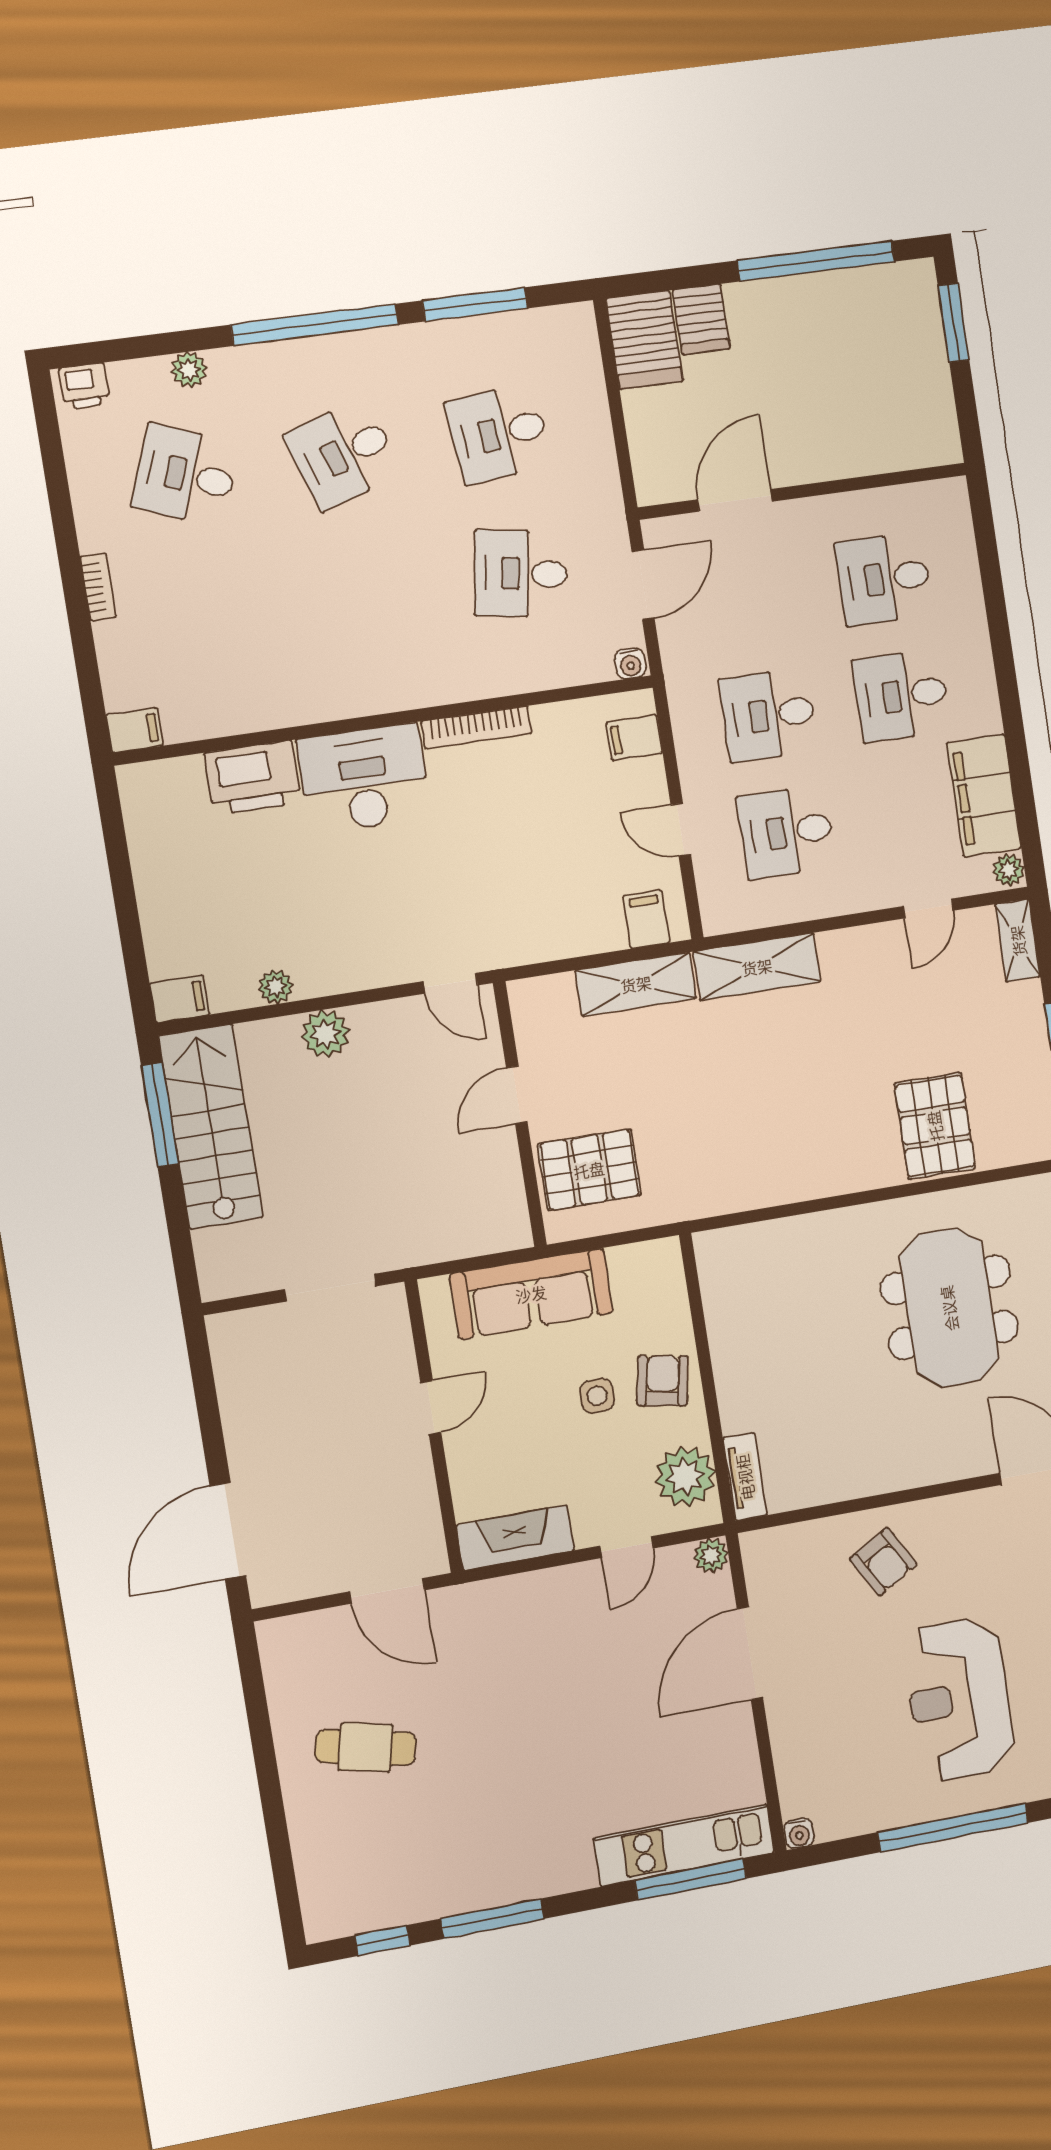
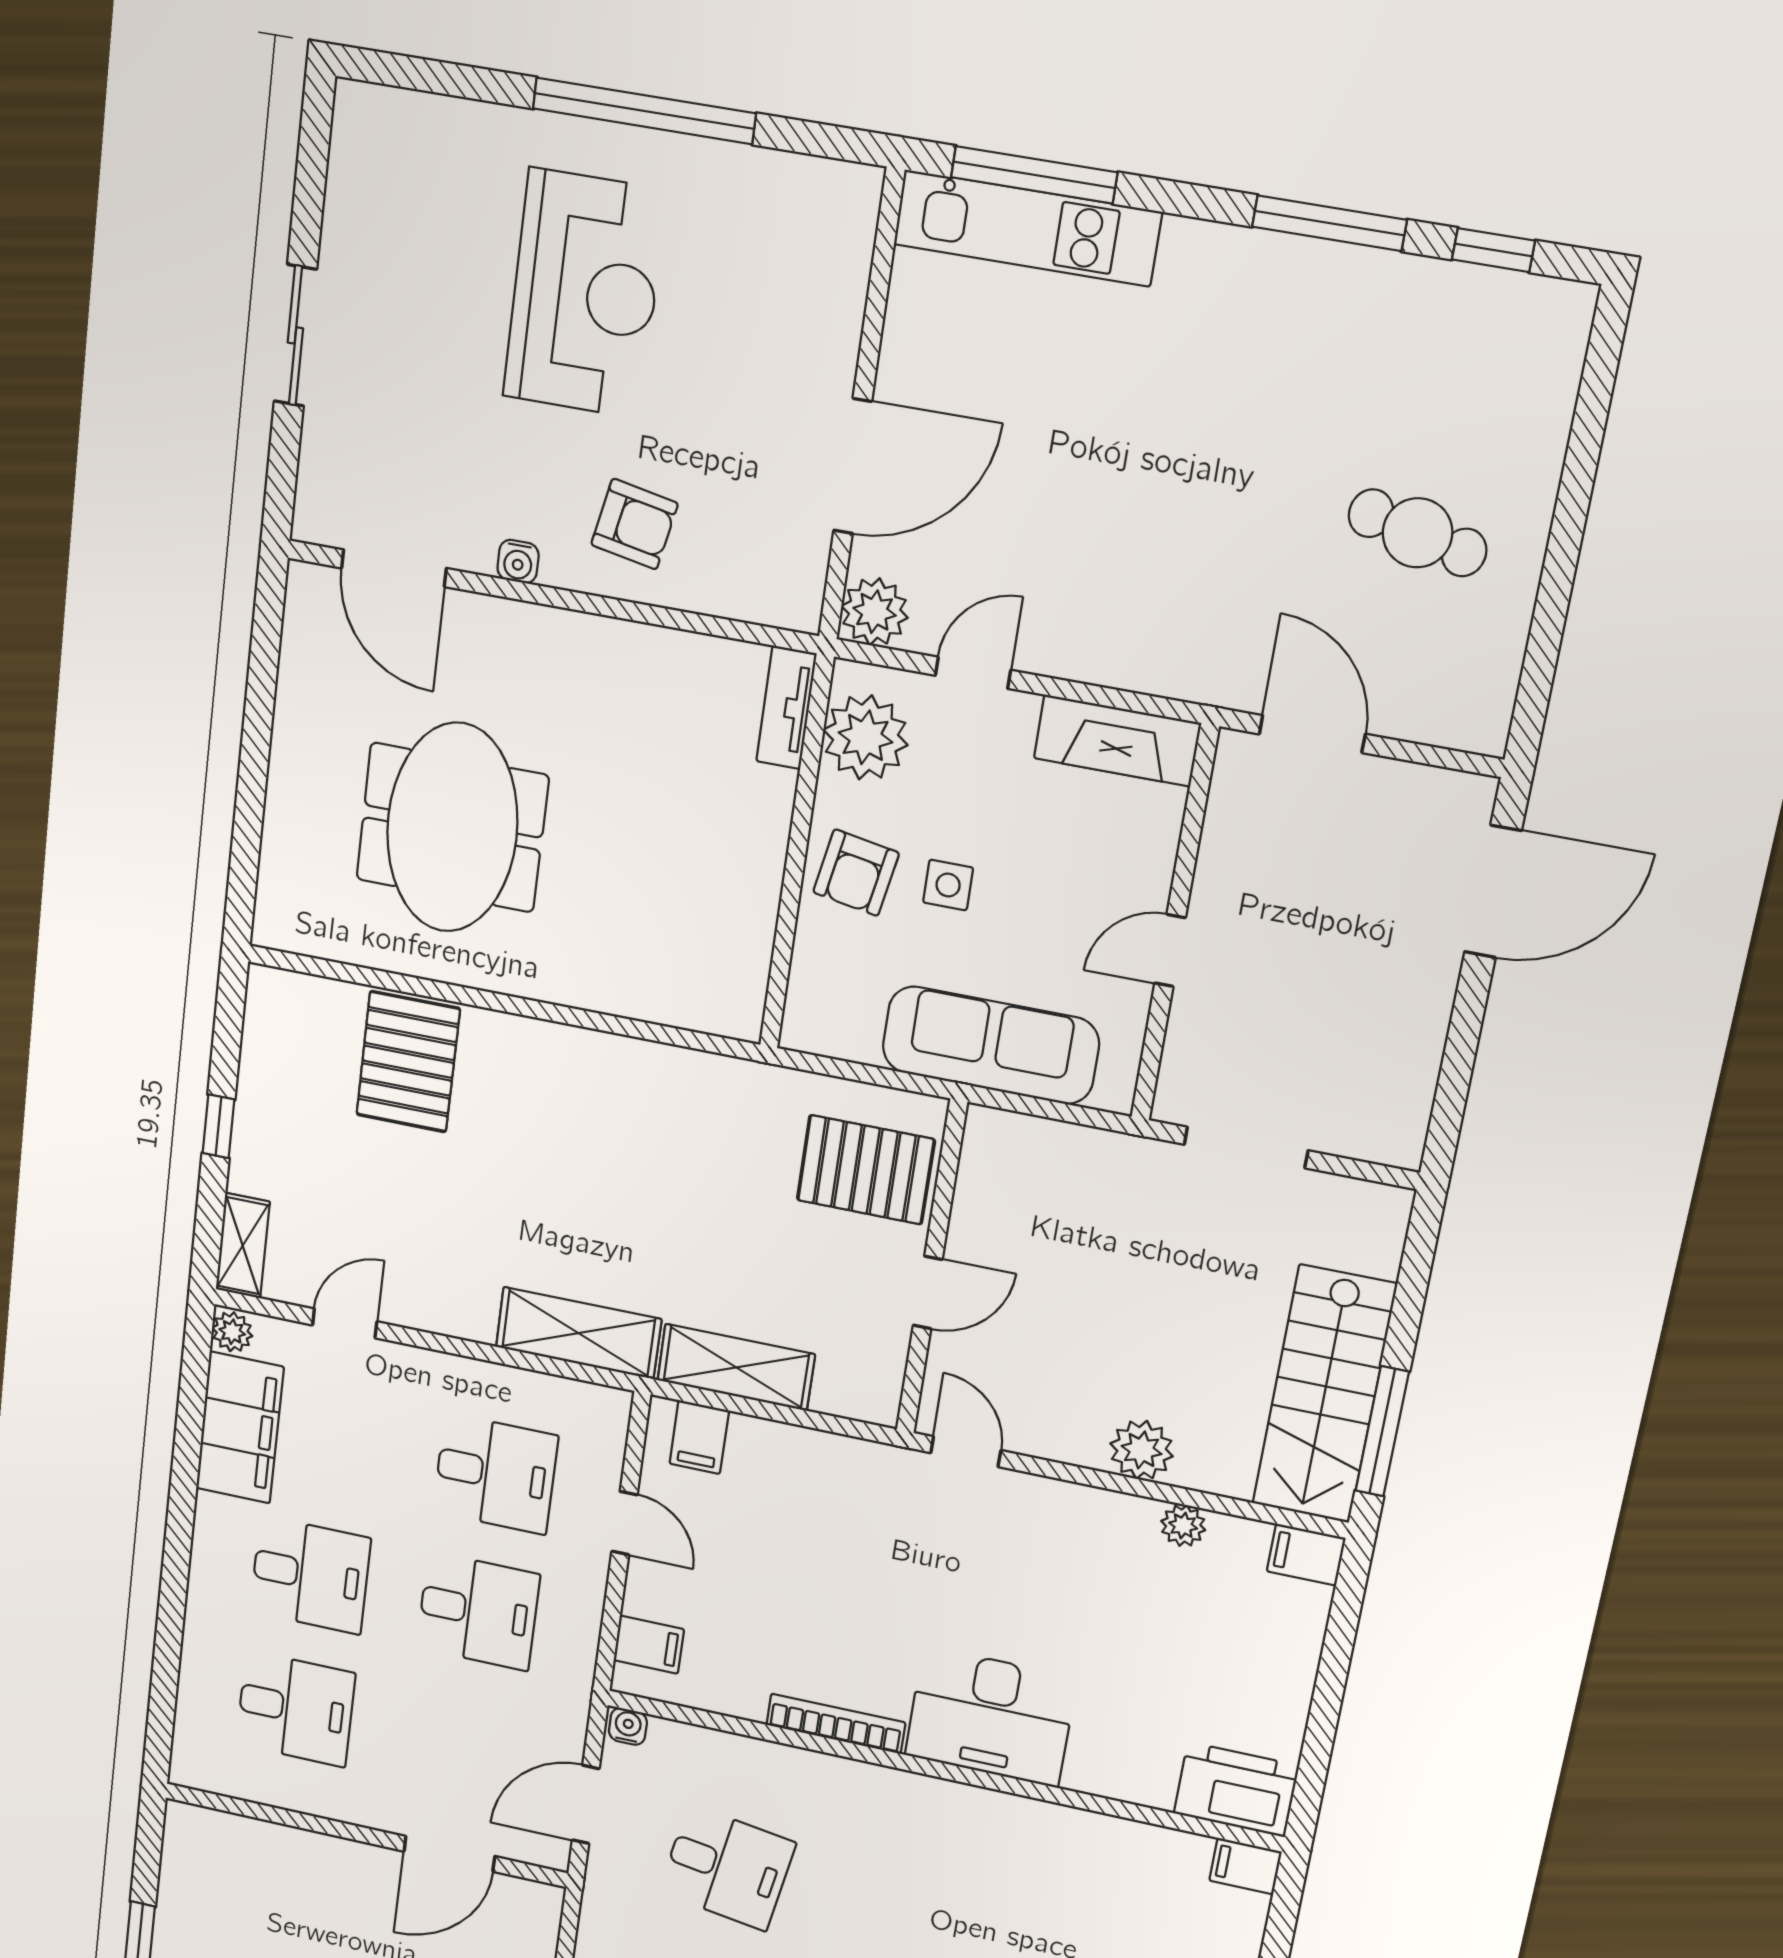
printer: (253, 778) -> (1236, 1789), moved
plant: (711, 1556) -> (875, 612), width x1.38, depth x1.38
armchair: (883, 1562) -> (634, 524), turned 131
water cooler: (799, 1833) -> (518, 561), moved, turned 180

